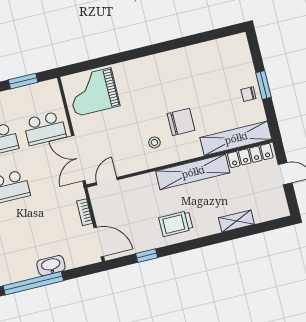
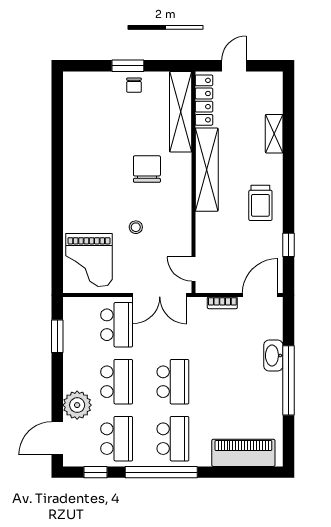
stool: (154, 142) -> (136, 227), moved

